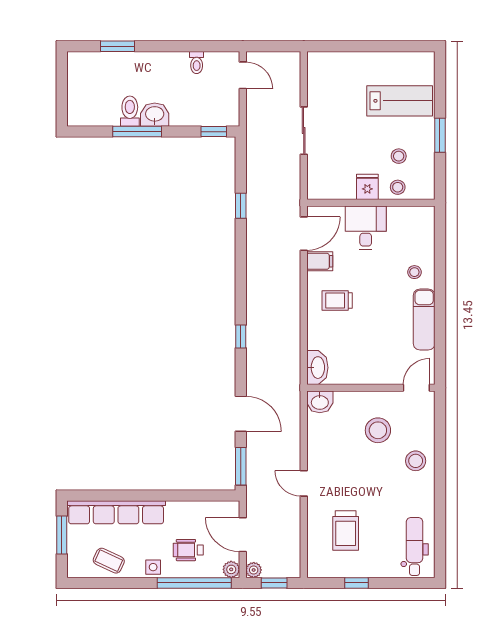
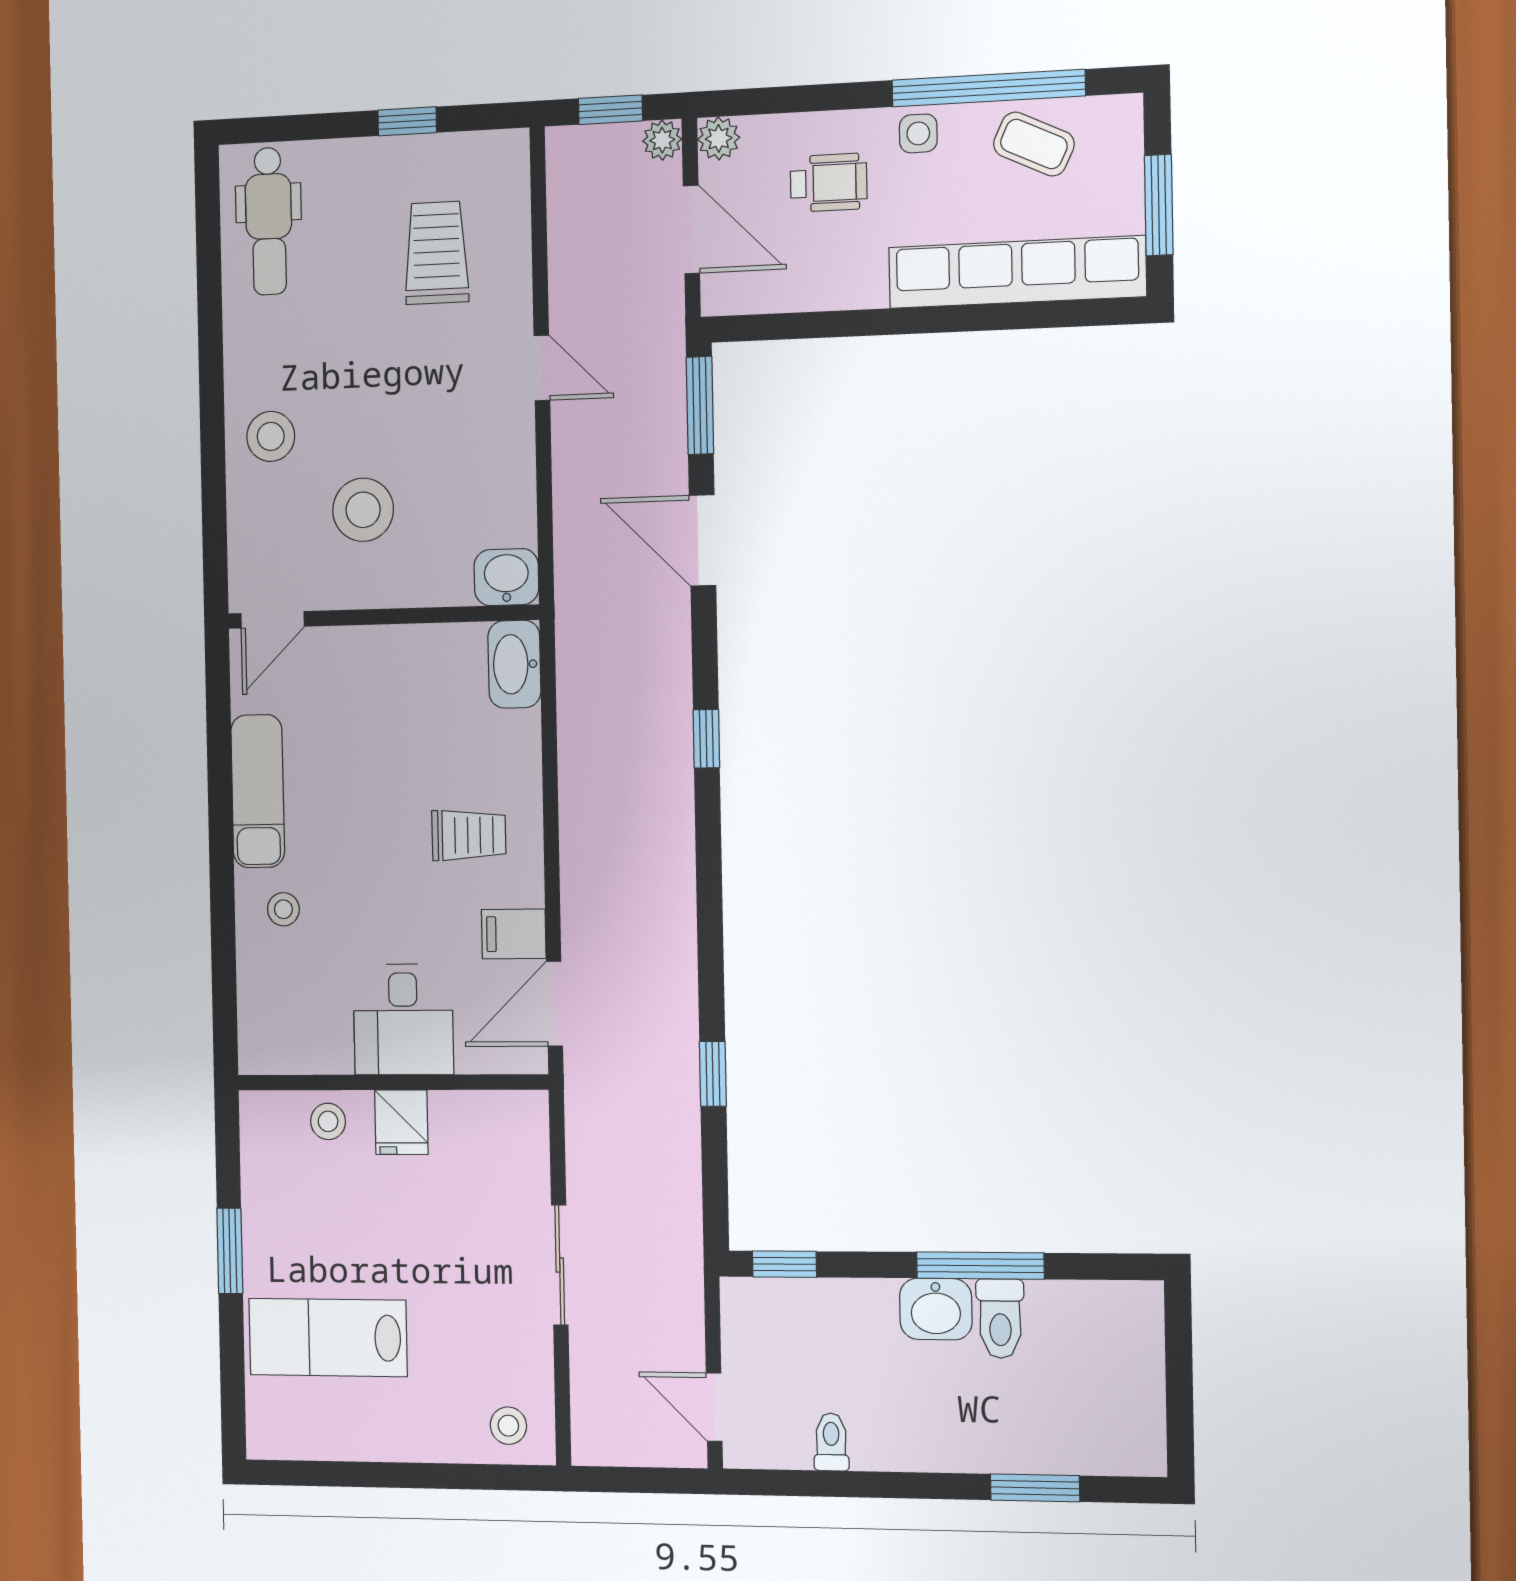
stool: (399, 156) -> (508, 1426), moved
window: (194, 583) -> (988, 88), moved

